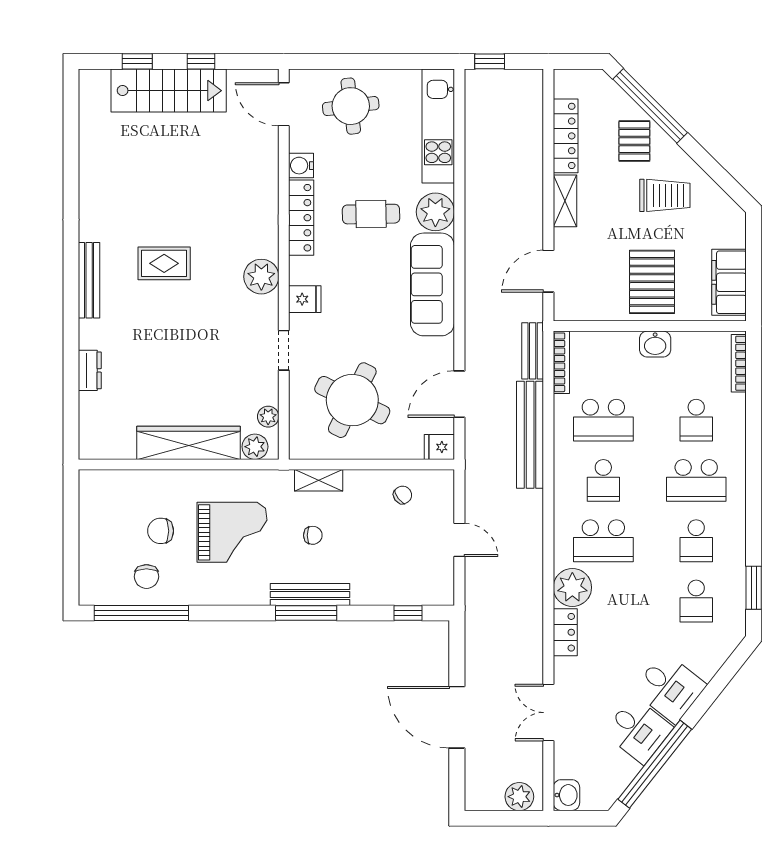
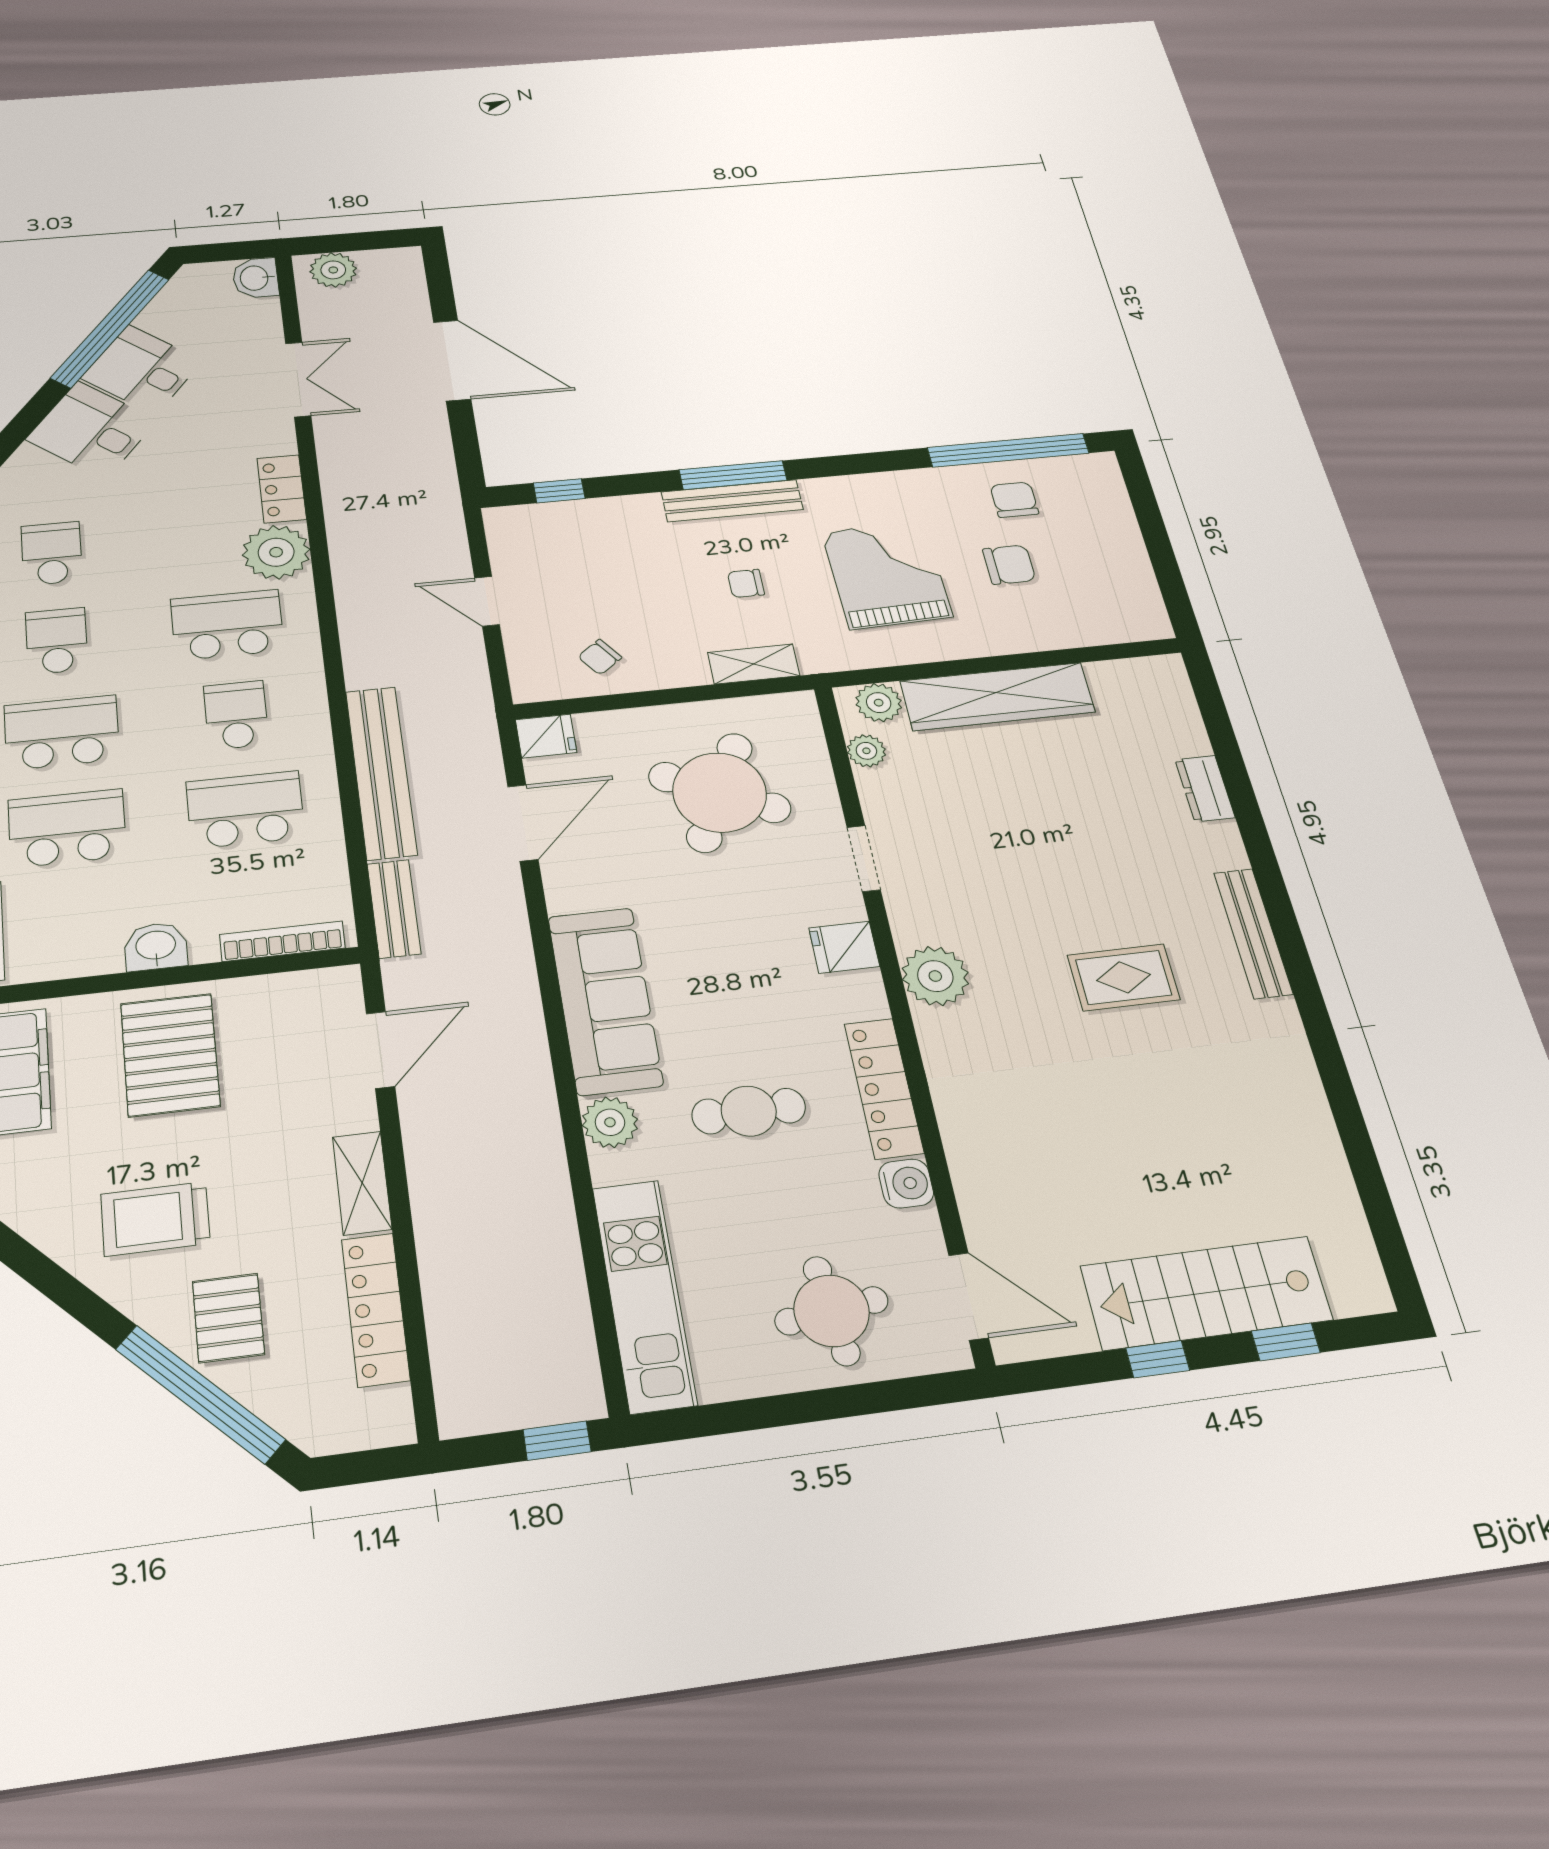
plant: (435, 212) -> (610, 1122), width x0.73, depth x0.73
bookcase: (561, 362) -> (282, 941), moved, turned 90
school desk: (696, 420) -> (67, 828), width x1.85
grand piano: (232, 532) -> (887, 574), turned 88

